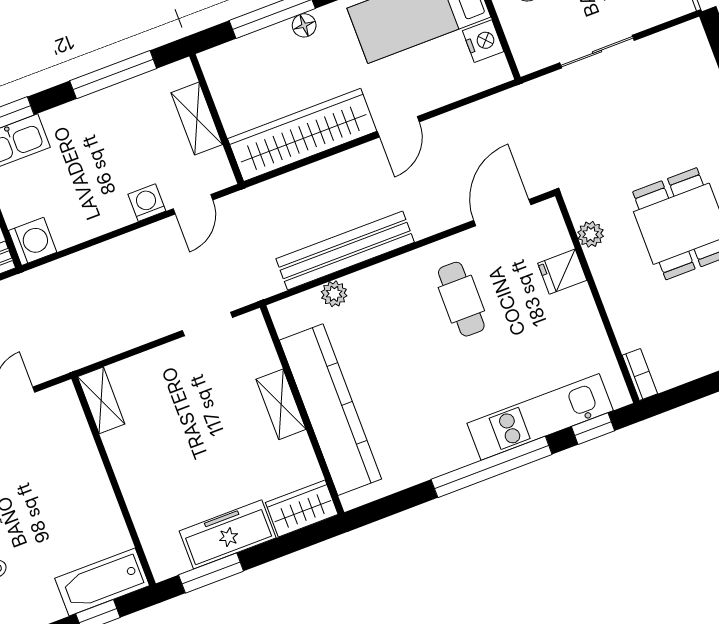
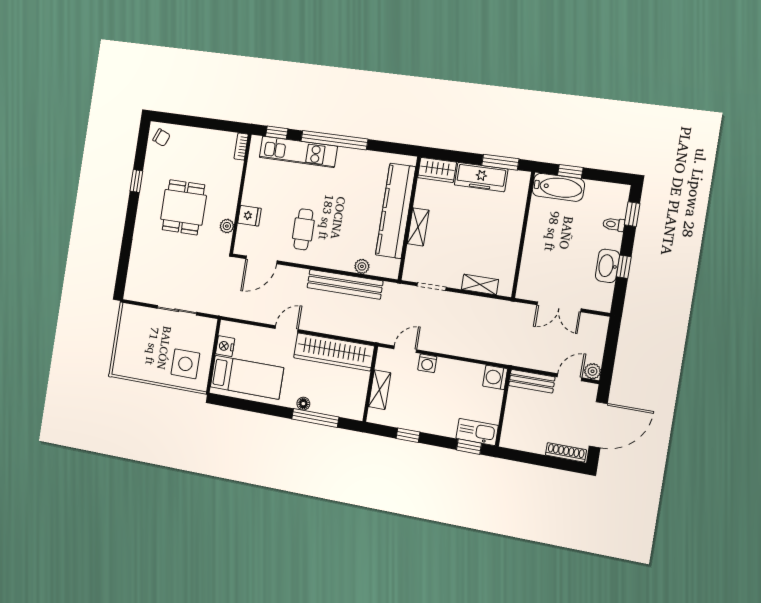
window: (113, 75) -> (408, 435), width x0.46
shelving: (101, 400) -> (480, 285), moved, turned 90

